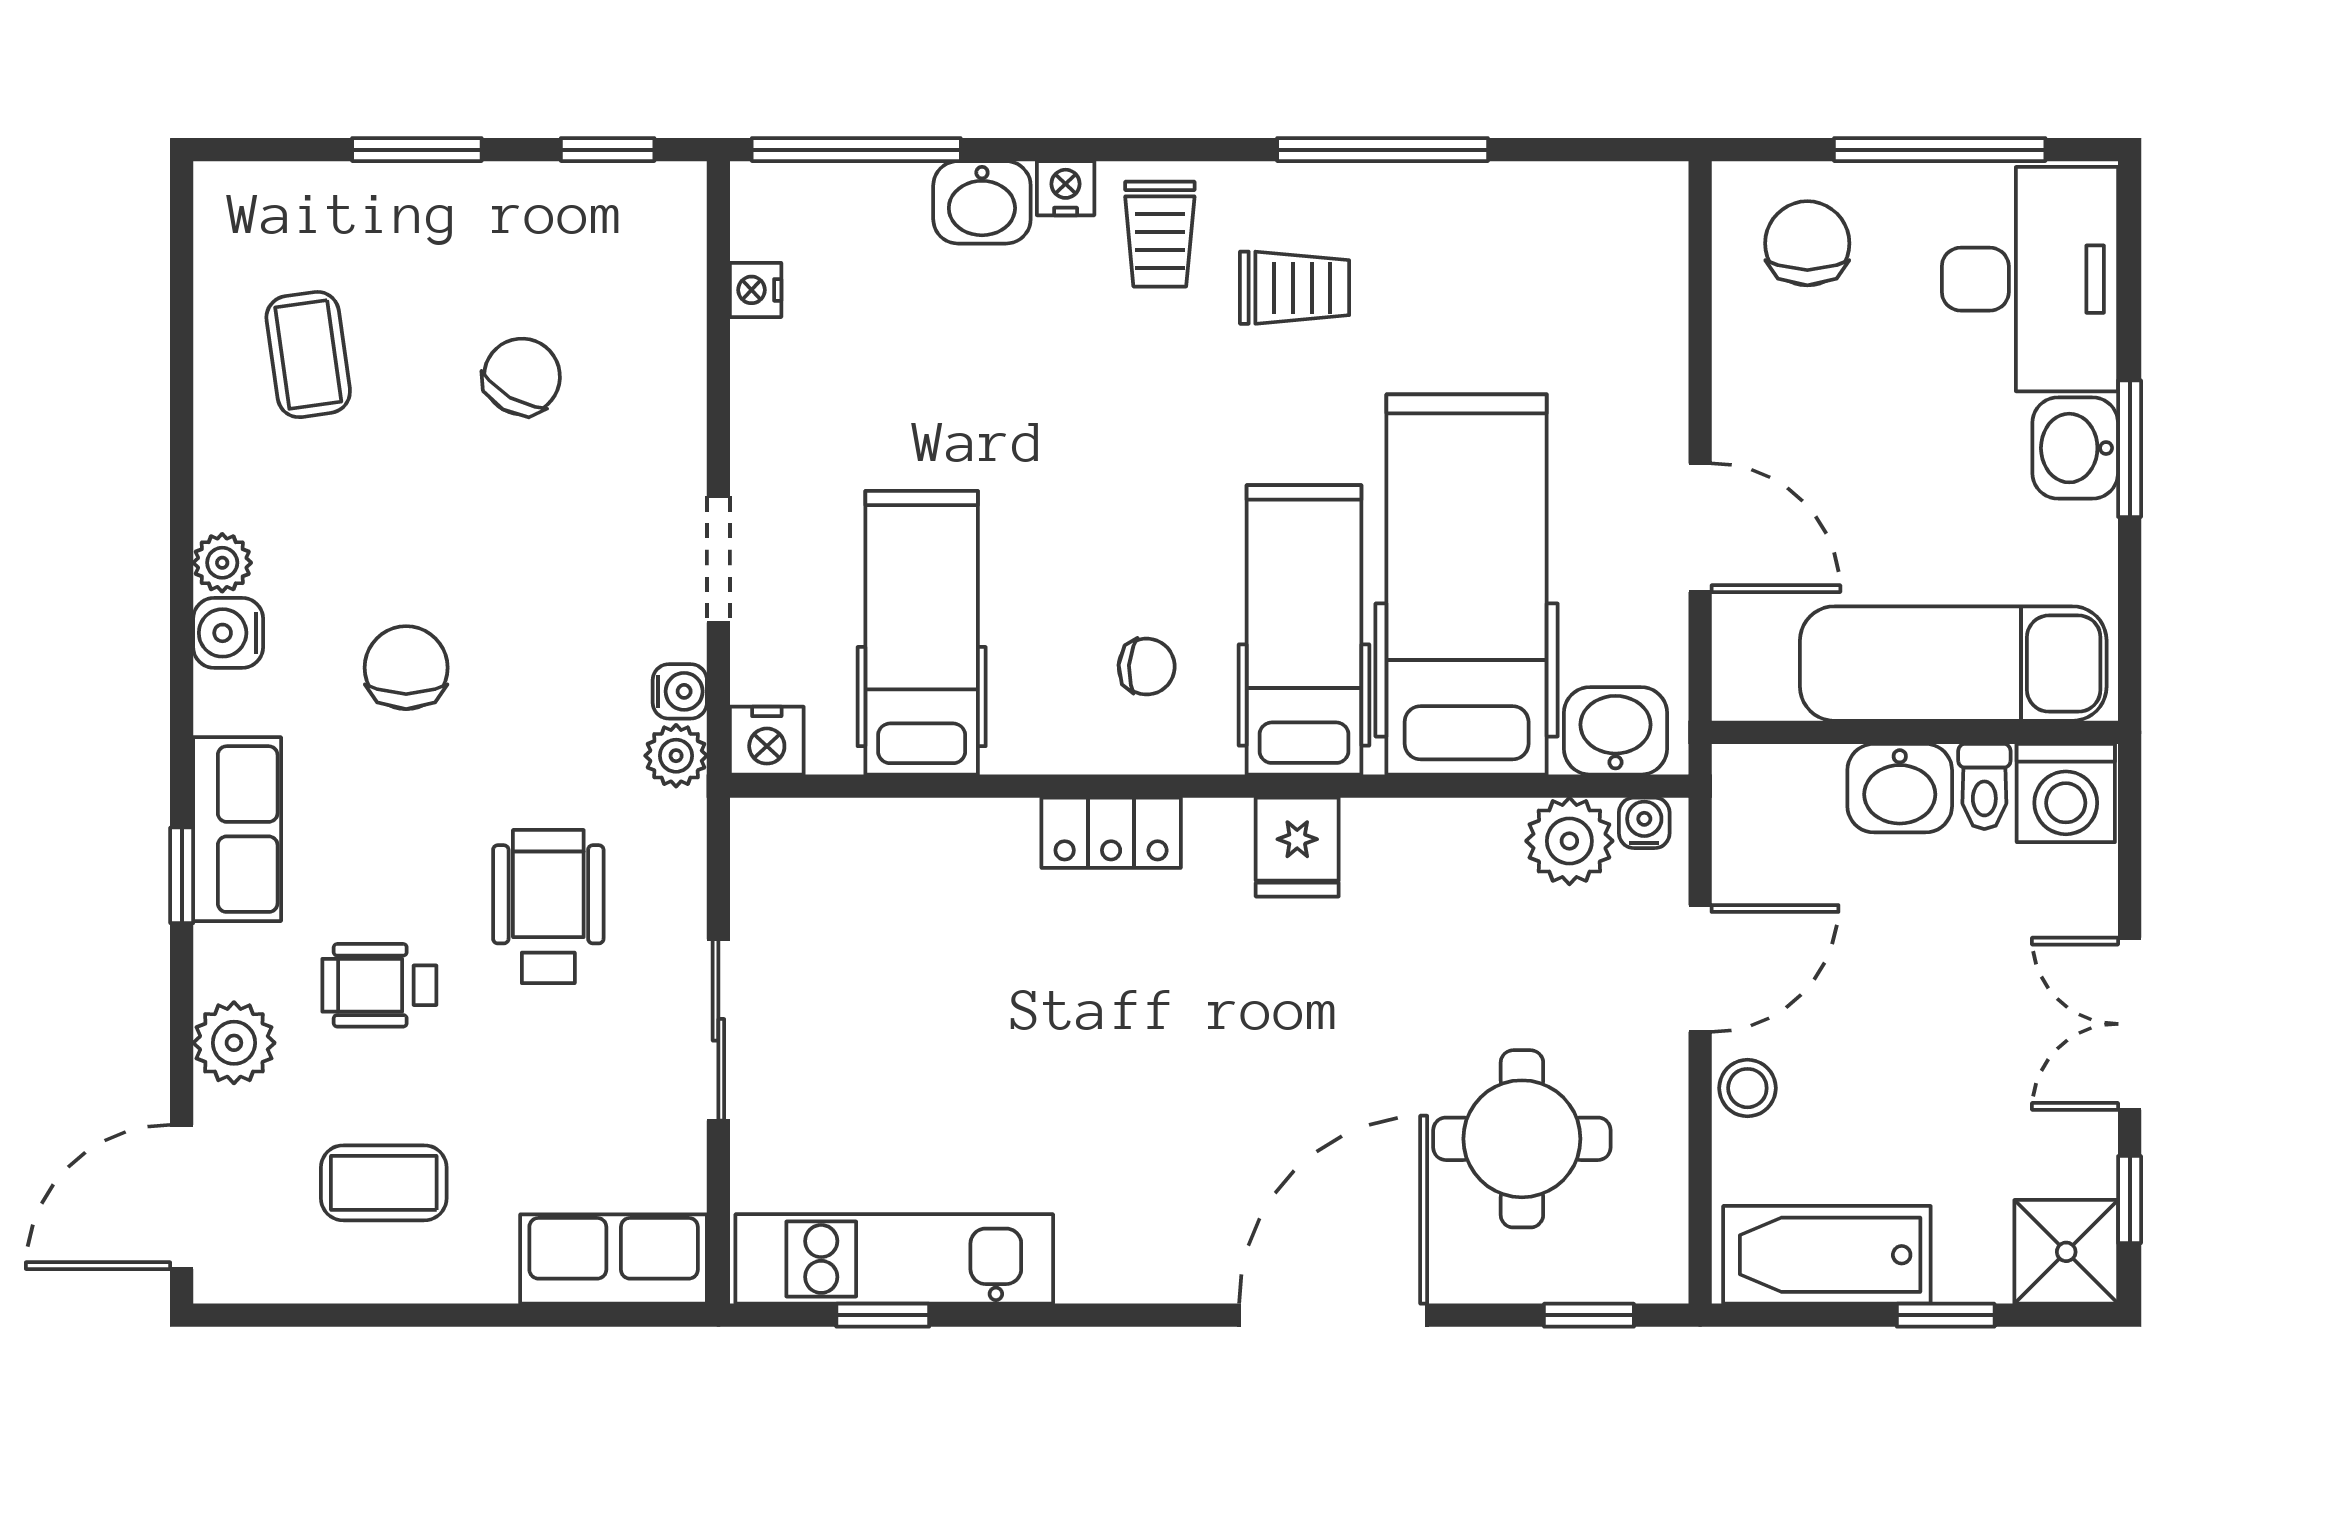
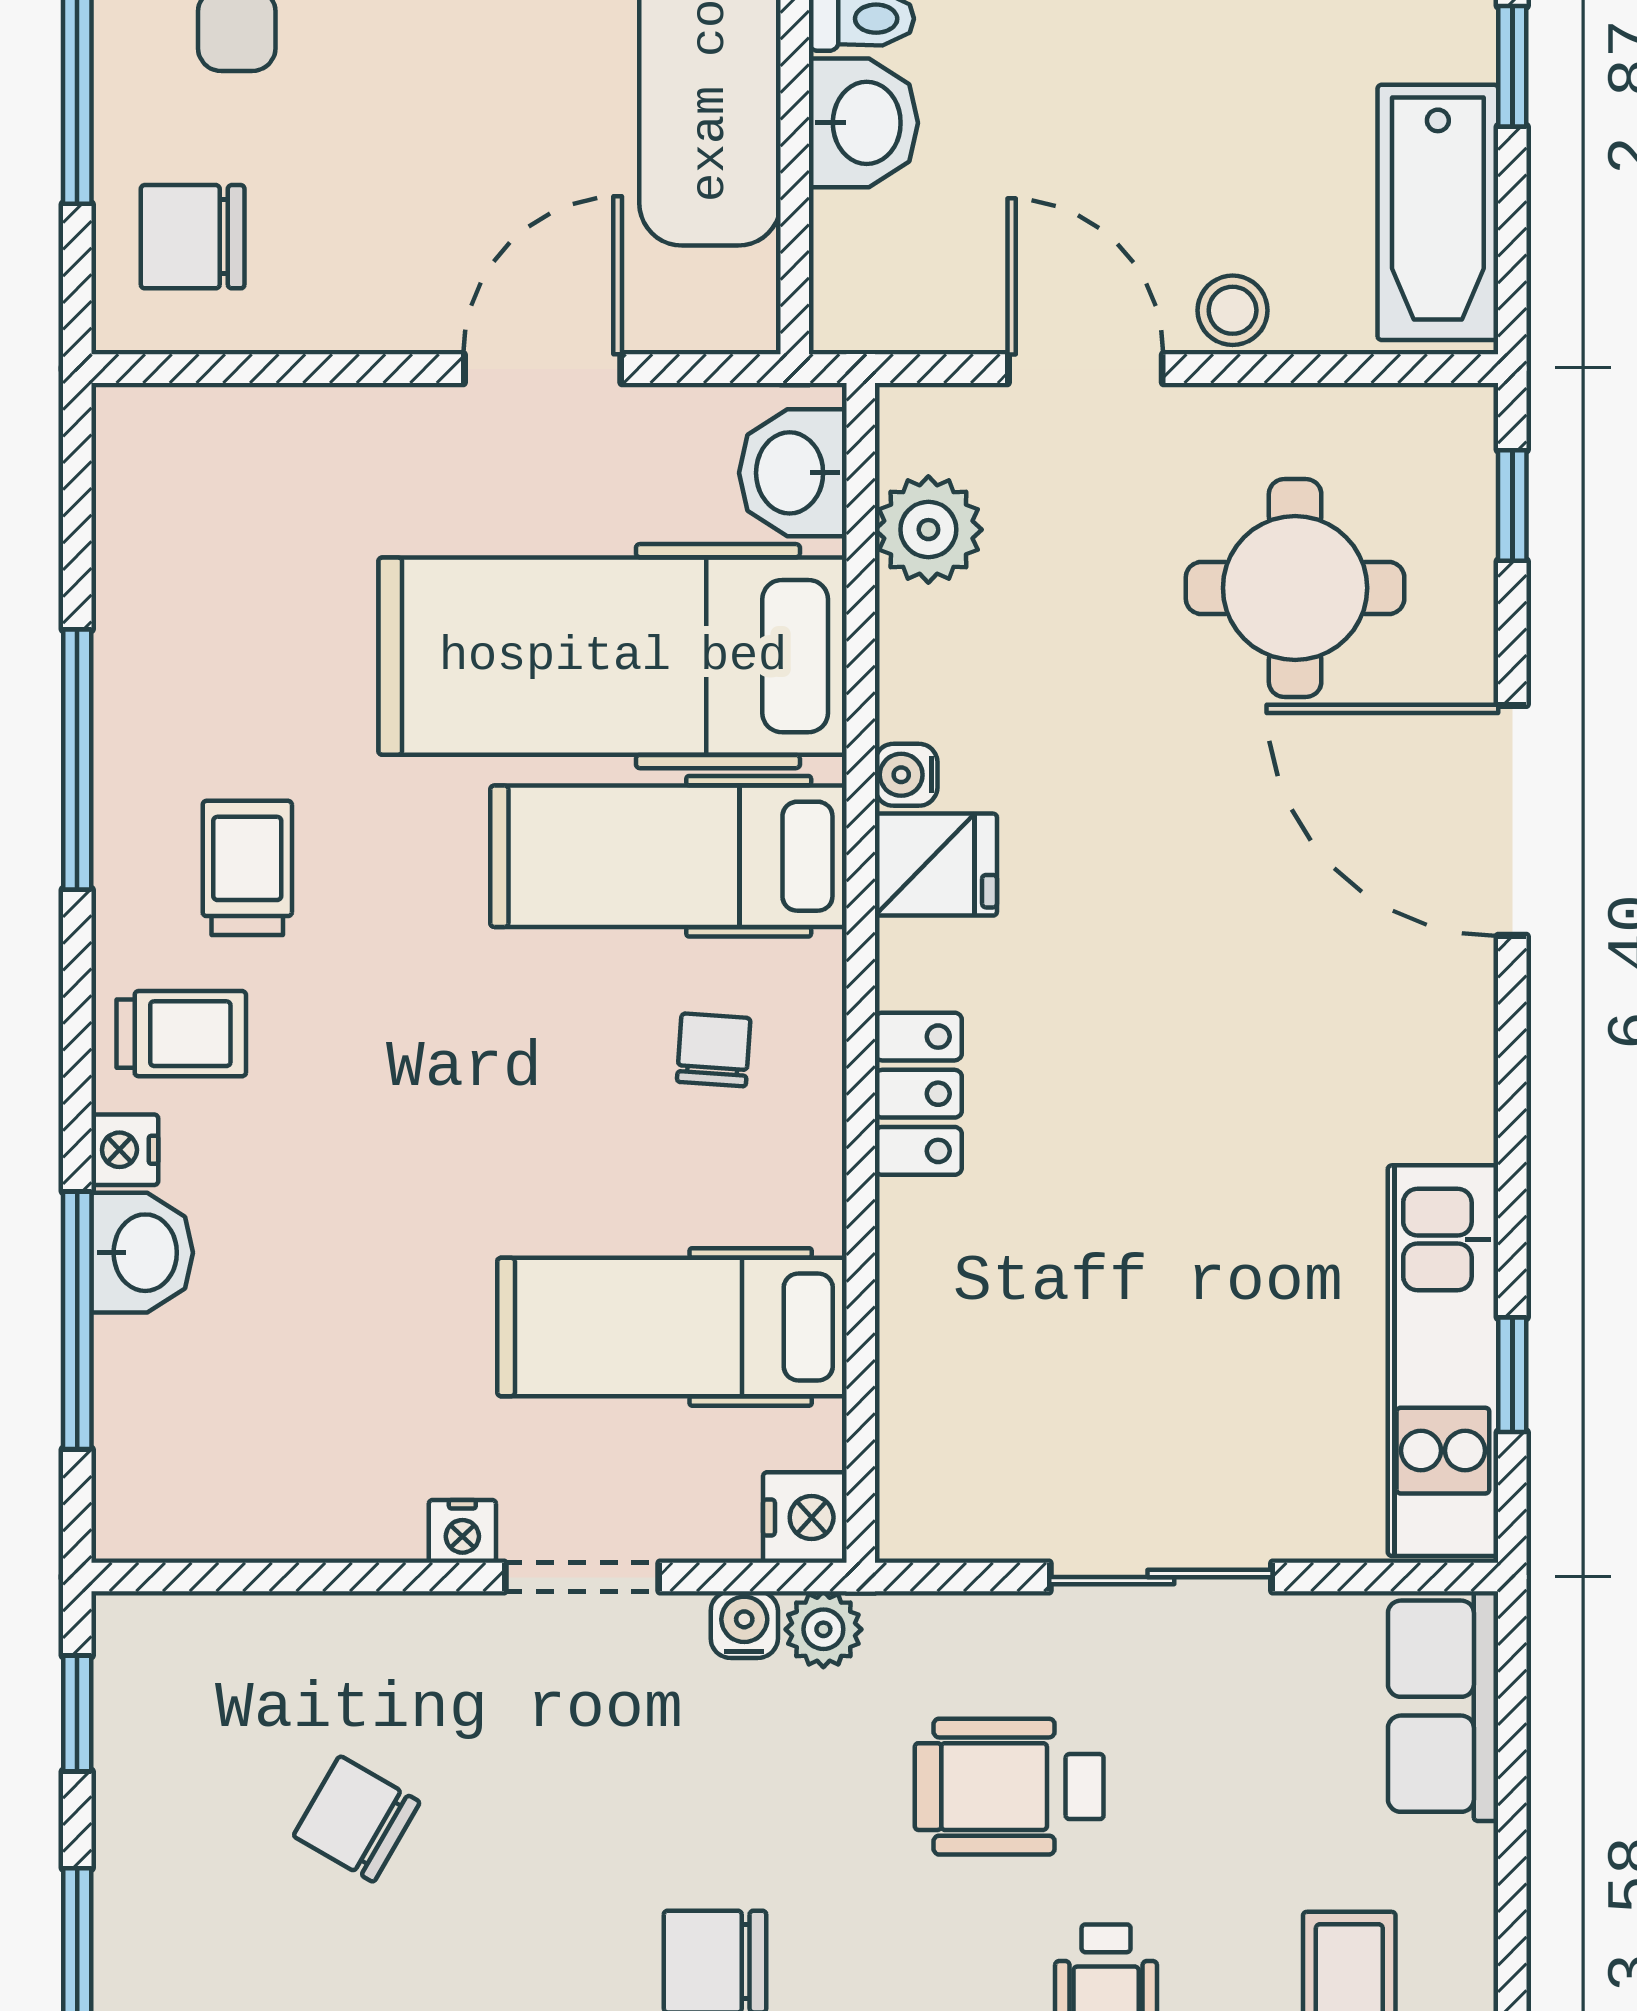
window: (856, 150) -> (77, 1320), moved
nightstand: (756, 290) -> (462, 1531), moved
water cooler: (1644, 823) -> (906, 775), moved

